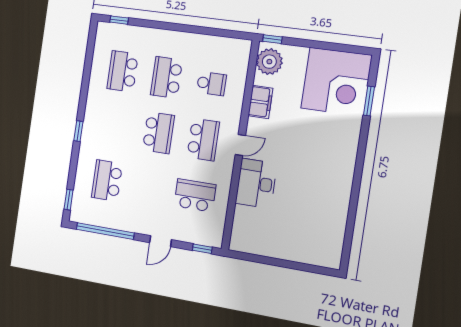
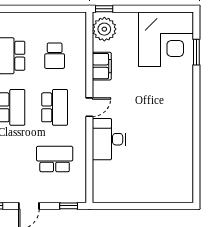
school desk: (211, 84) -> (55, 56), turned 90

